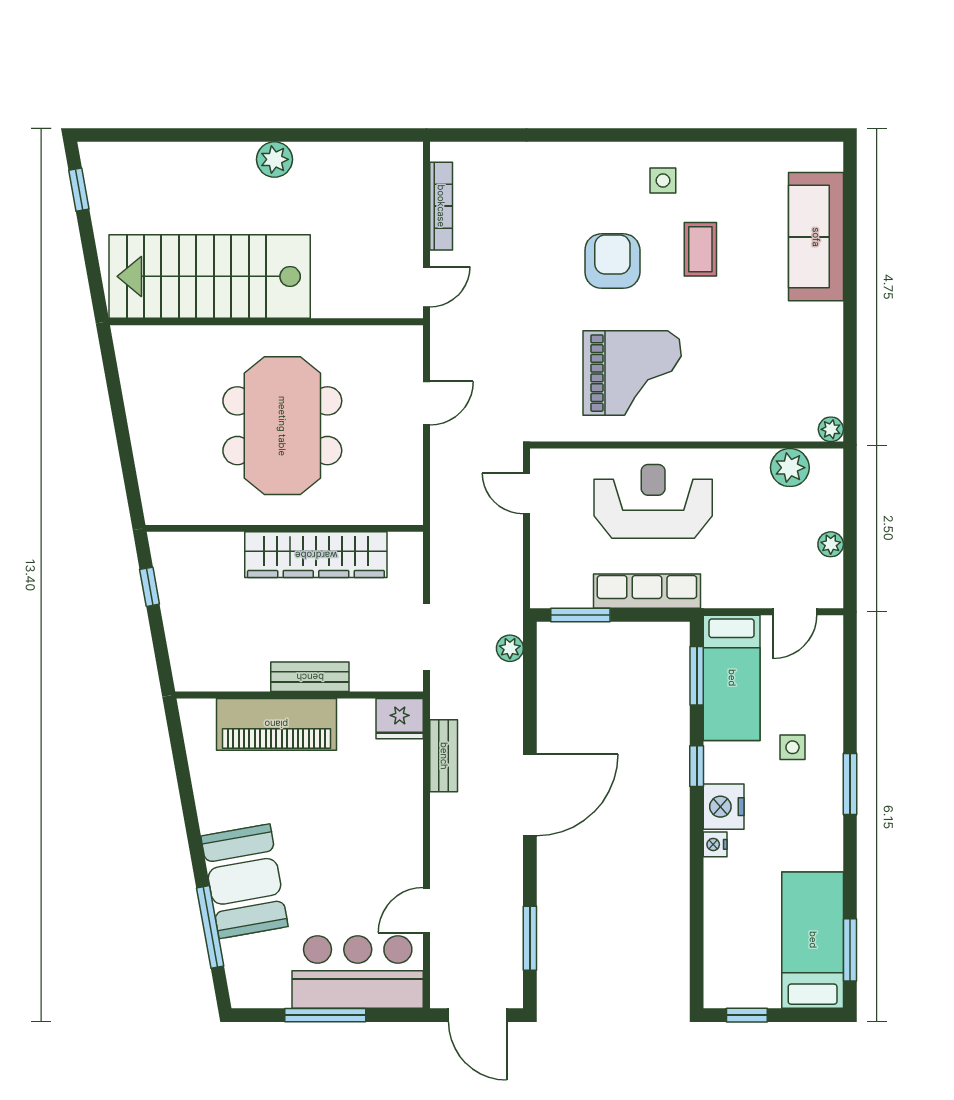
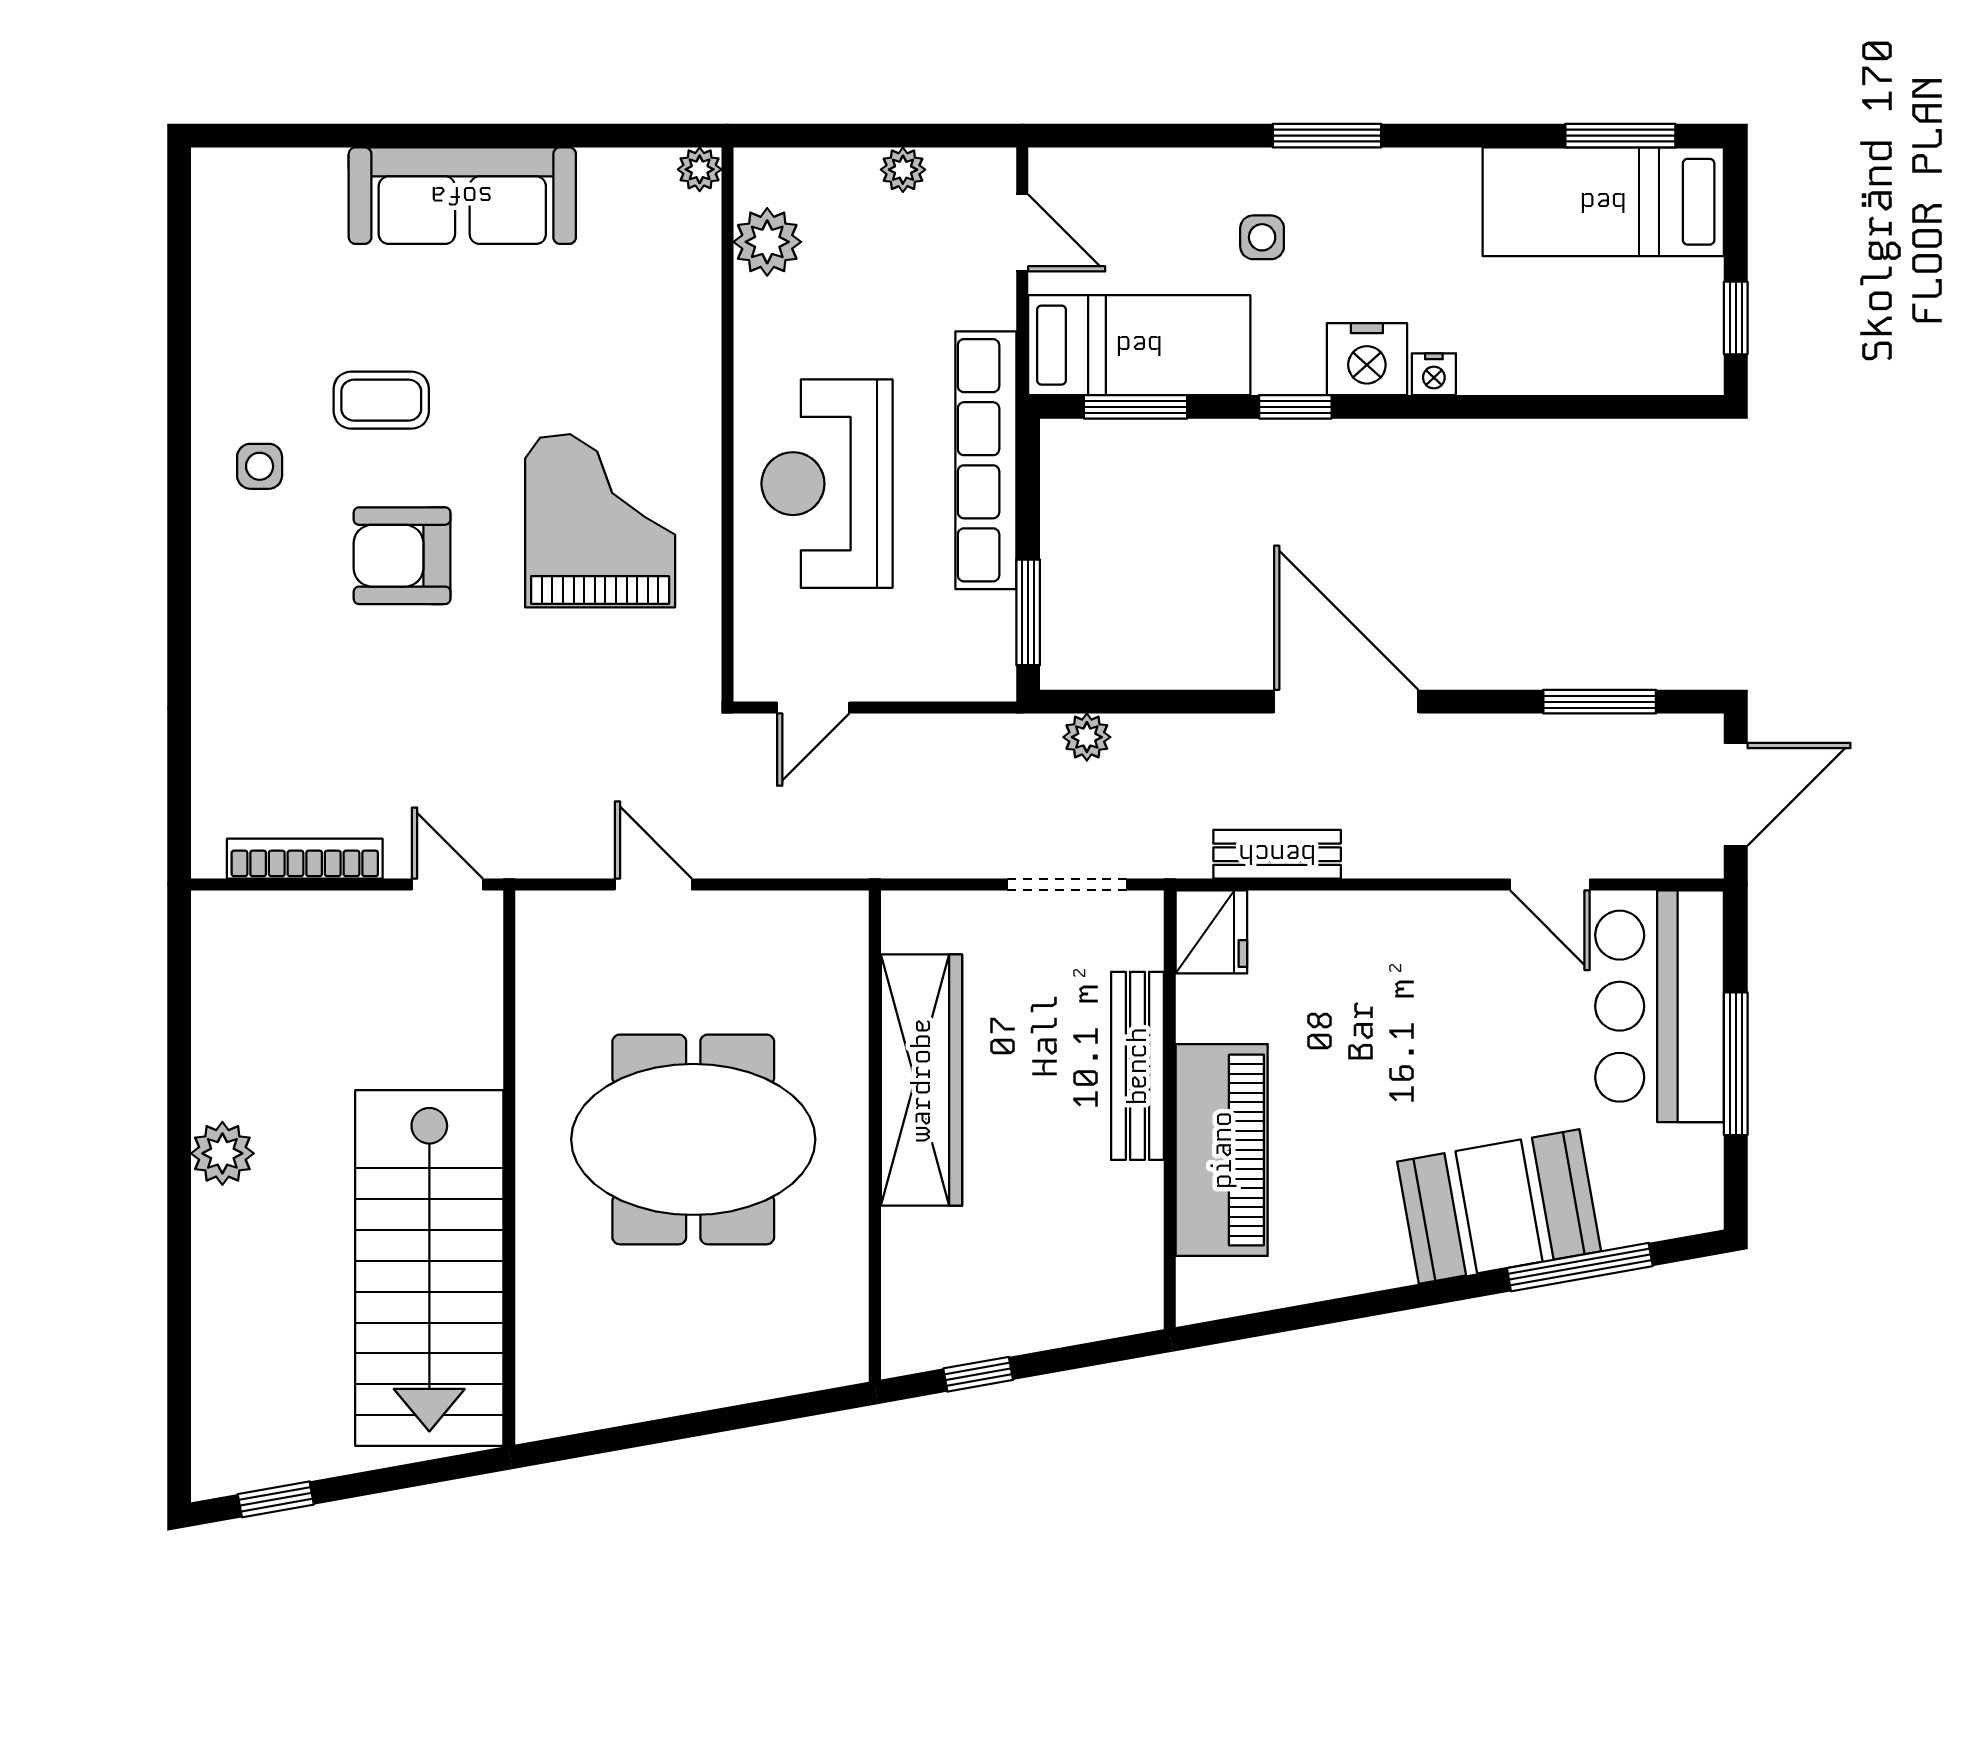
sofa: (816, 237) -> (462, 196), moved
row of seats: (647, 591) -> (986, 460), width x1.36
bench: (310, 677) -> (1137, 1066), width x1.36

